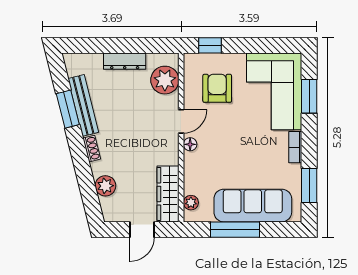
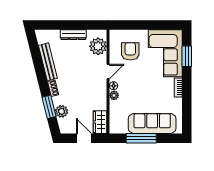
window: (210, 45) -> (126, 25), removed
window: (68, 109) -> (49, 107), moved
window: (309, 185) -> (187, 111), removed
wardrobe: (168, 194) -> (100, 122), width x0.67
plant: (191, 203) -> (114, 95), moved
door: (142, 230) -> (84, 138), swing flipped

